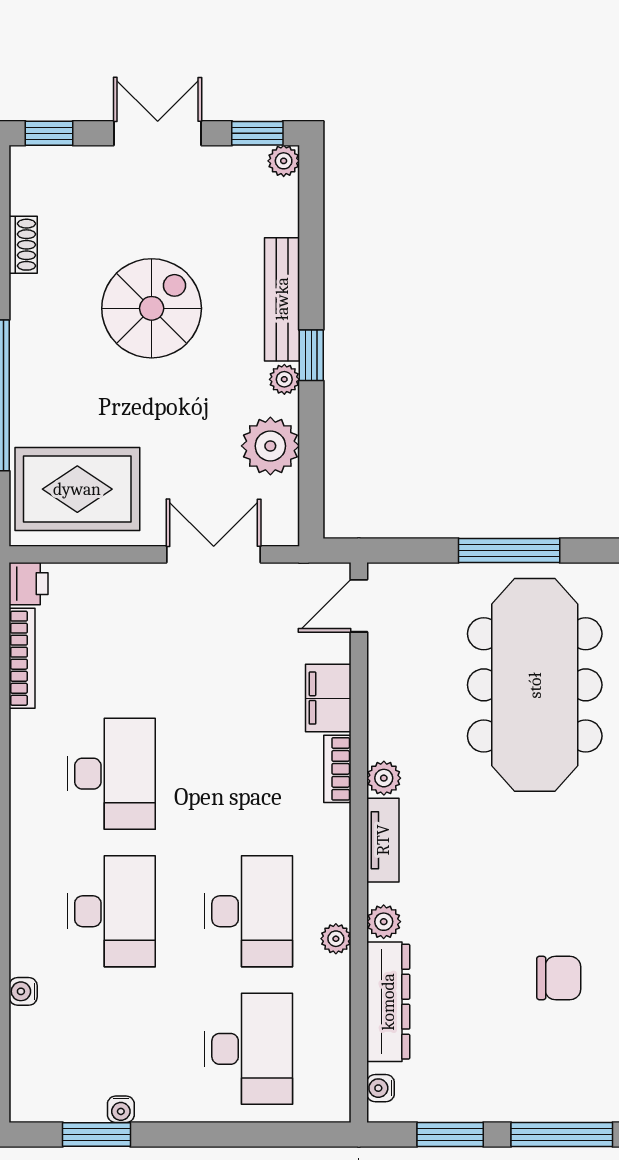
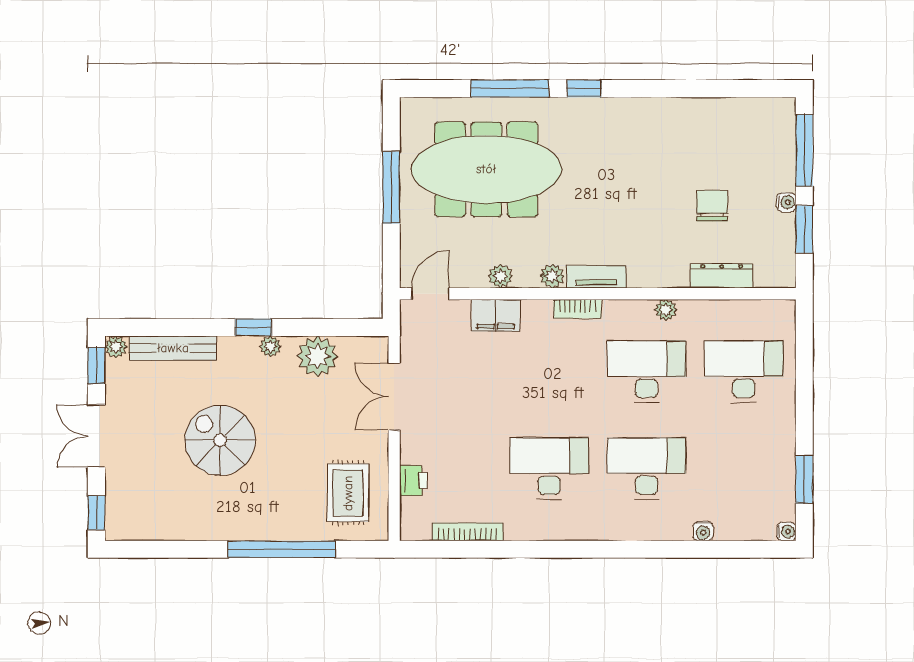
shoe rack: (23, 245) -> (175, 531), removed
bench: (282, 299) -> (173, 348), moved
rug: (77, 489) -> (348, 493), width x0.73, depth x0.70
printer: (29, 584) -> (413, 481), moved, turned 90
door: (359, 606) -> (430, 294), swing flipped
bookcase: (337, 769) -> (577, 309), moved
plant: (384, 922) -> (500, 276), moved
chair: (559, 978) -> (712, 206), moved
dresser: (388, 1002) -> (722, 276), width x0.73, depth x0.80
water cooler: (380, 1088) -> (786, 202), moved, turned -90
water cooler: (121, 1109) -> (786, 531), moved

